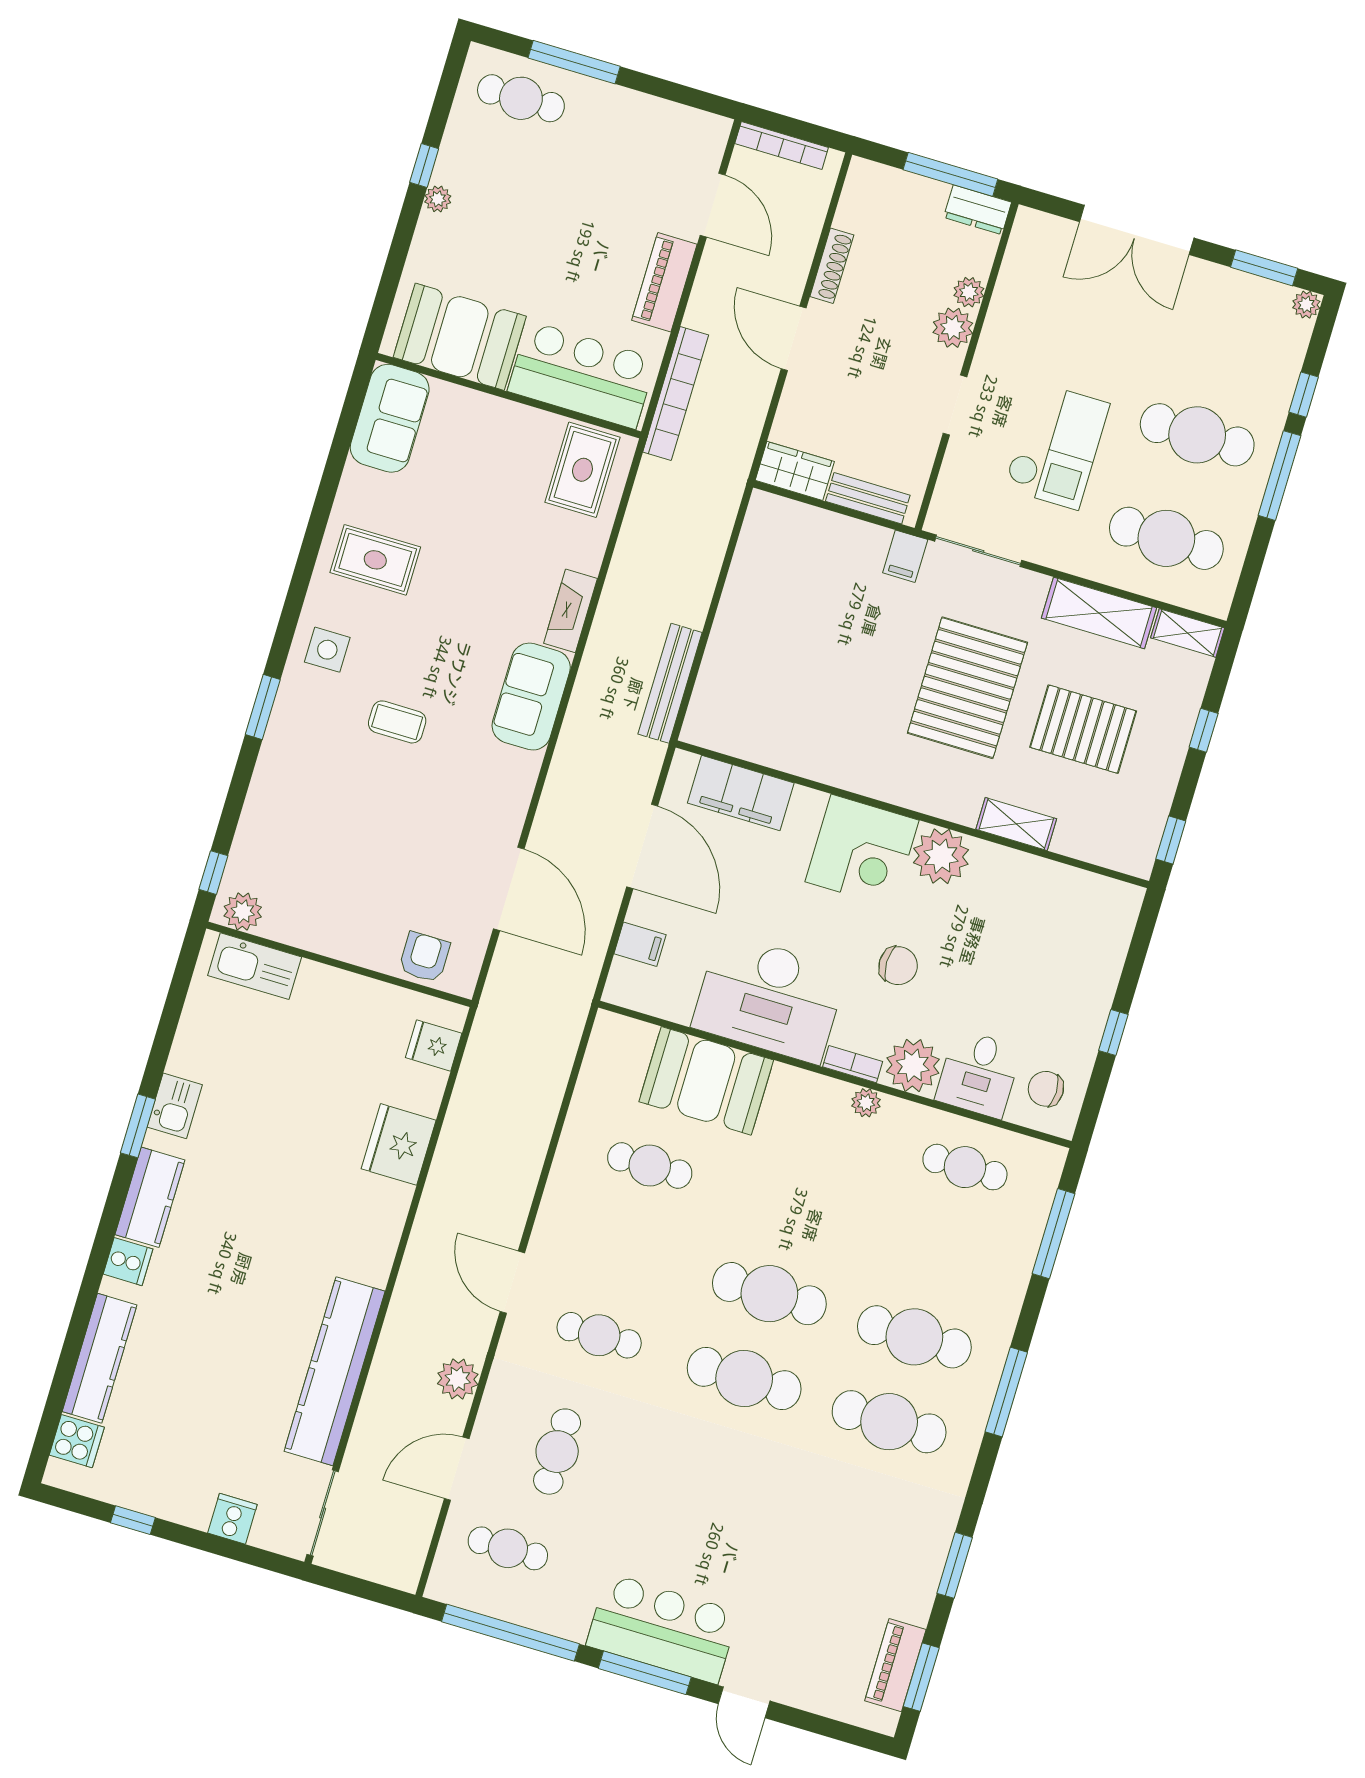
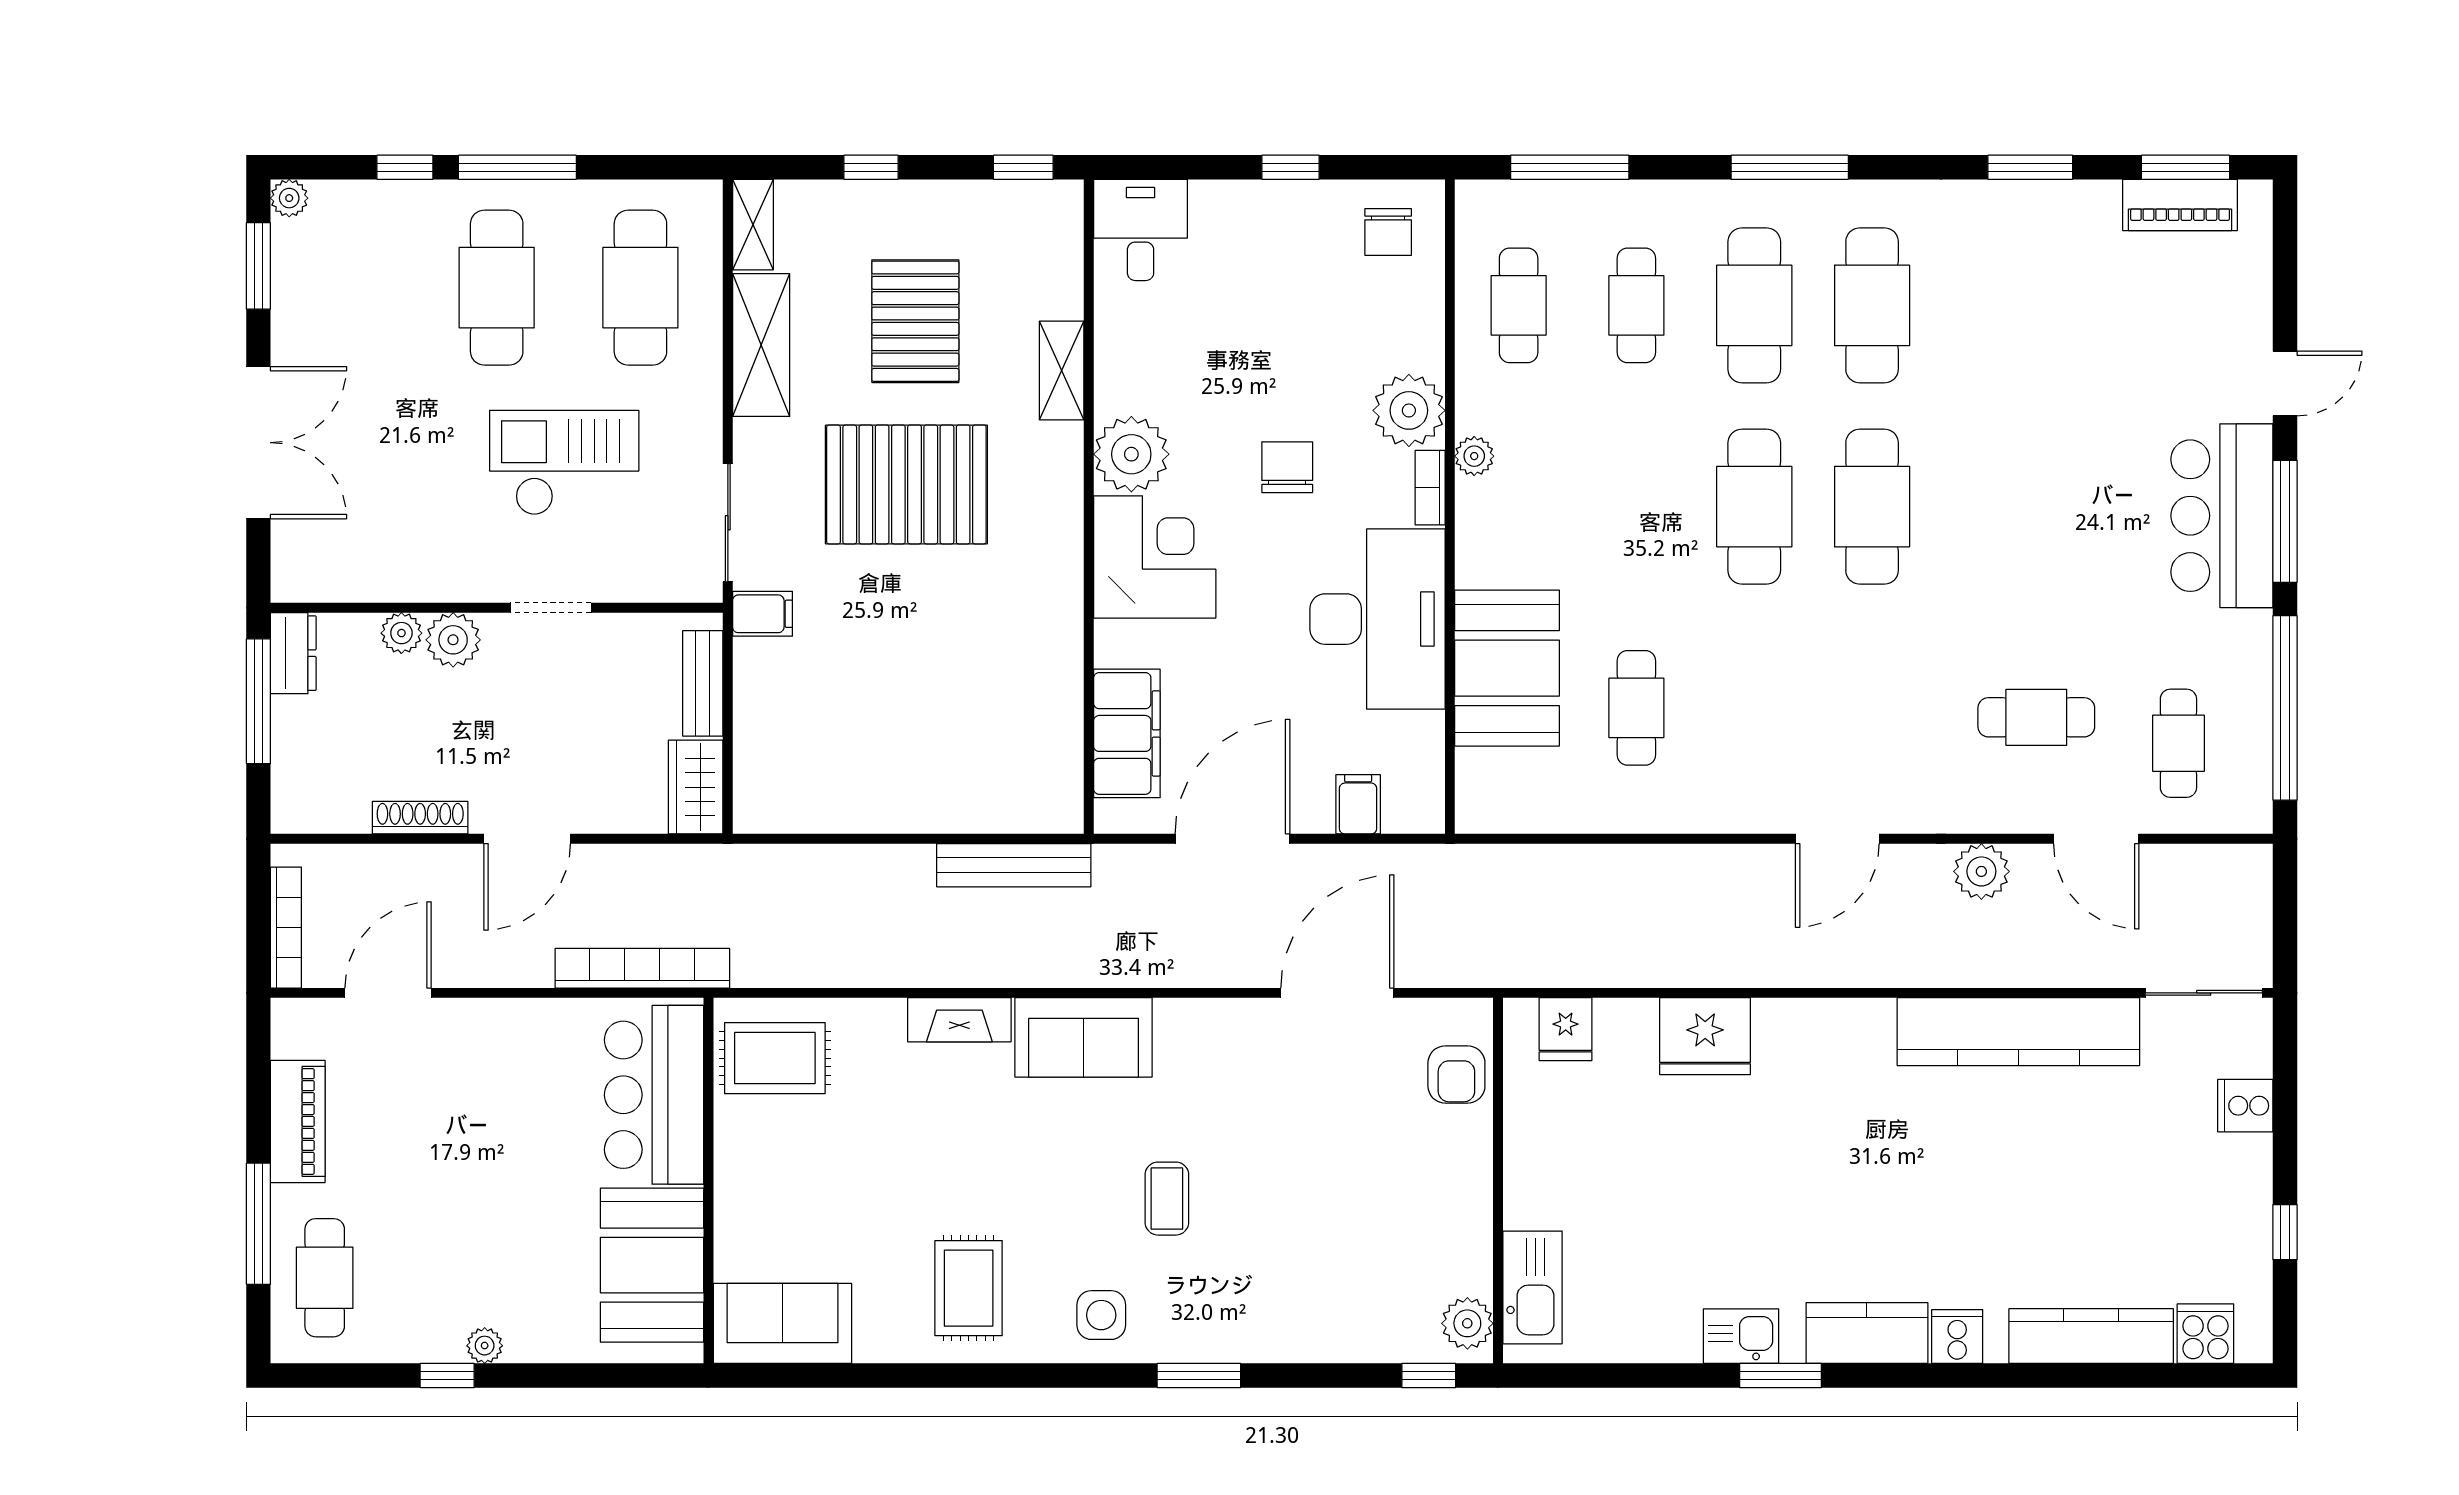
piano: (664, 282) -> (298, 1121), moved, turned -90
armchair: (424, 957) -> (1456, 1074), turned -90
desk: (979, 1074) -> (1141, 230), moved, turned -90
cafe table: (599, 1335) -> (1636, 305), moved

